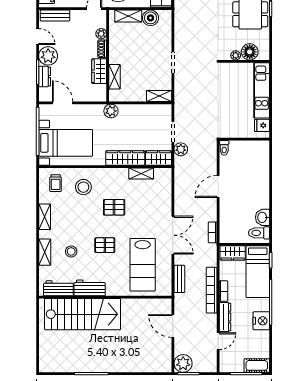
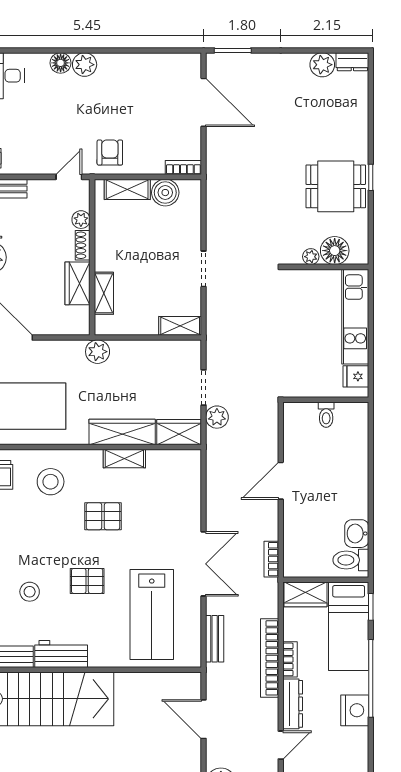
toilet: (224, 148) -> (326, 415), moved
shelving: (141, 173) -> (124, 458), moved

